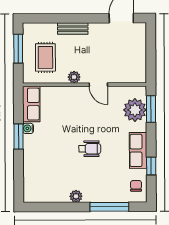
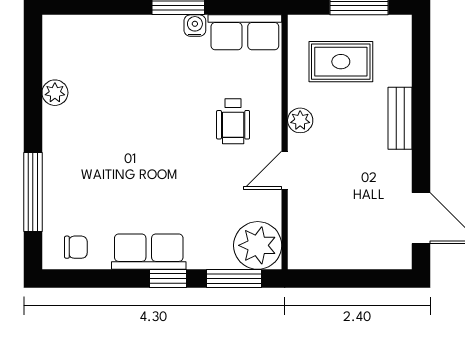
plant: (135, 110) -> (258, 245), moved
wheelchair: (90, 149) -> (233, 121), moved
window: (151, 166) -> (168, 278), moved
plant: (76, 196) -> (55, 93), moved

